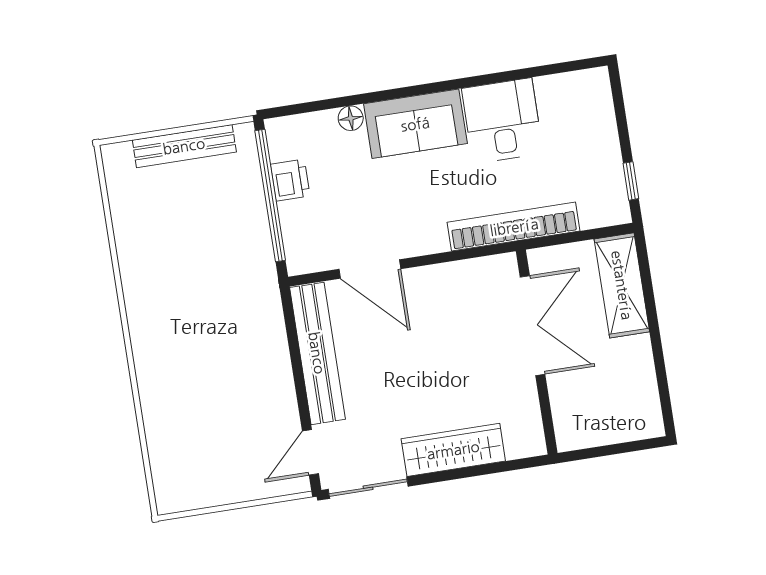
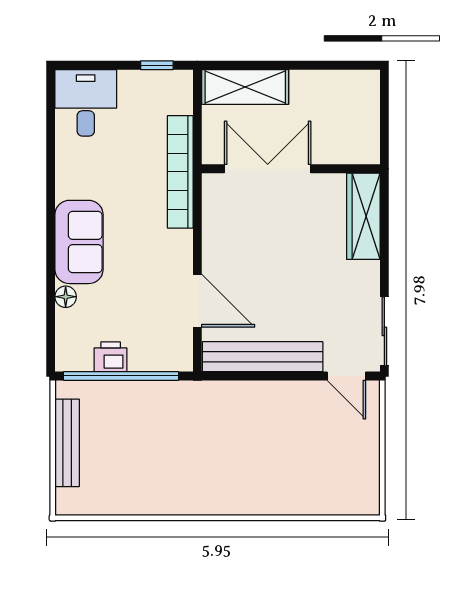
desk: (502, 121) -> (86, 103), moved, turned 90
door: (370, 269) -> (197, 301), hinge flipped
wardrobe: (453, 450) -> (363, 216), moved

